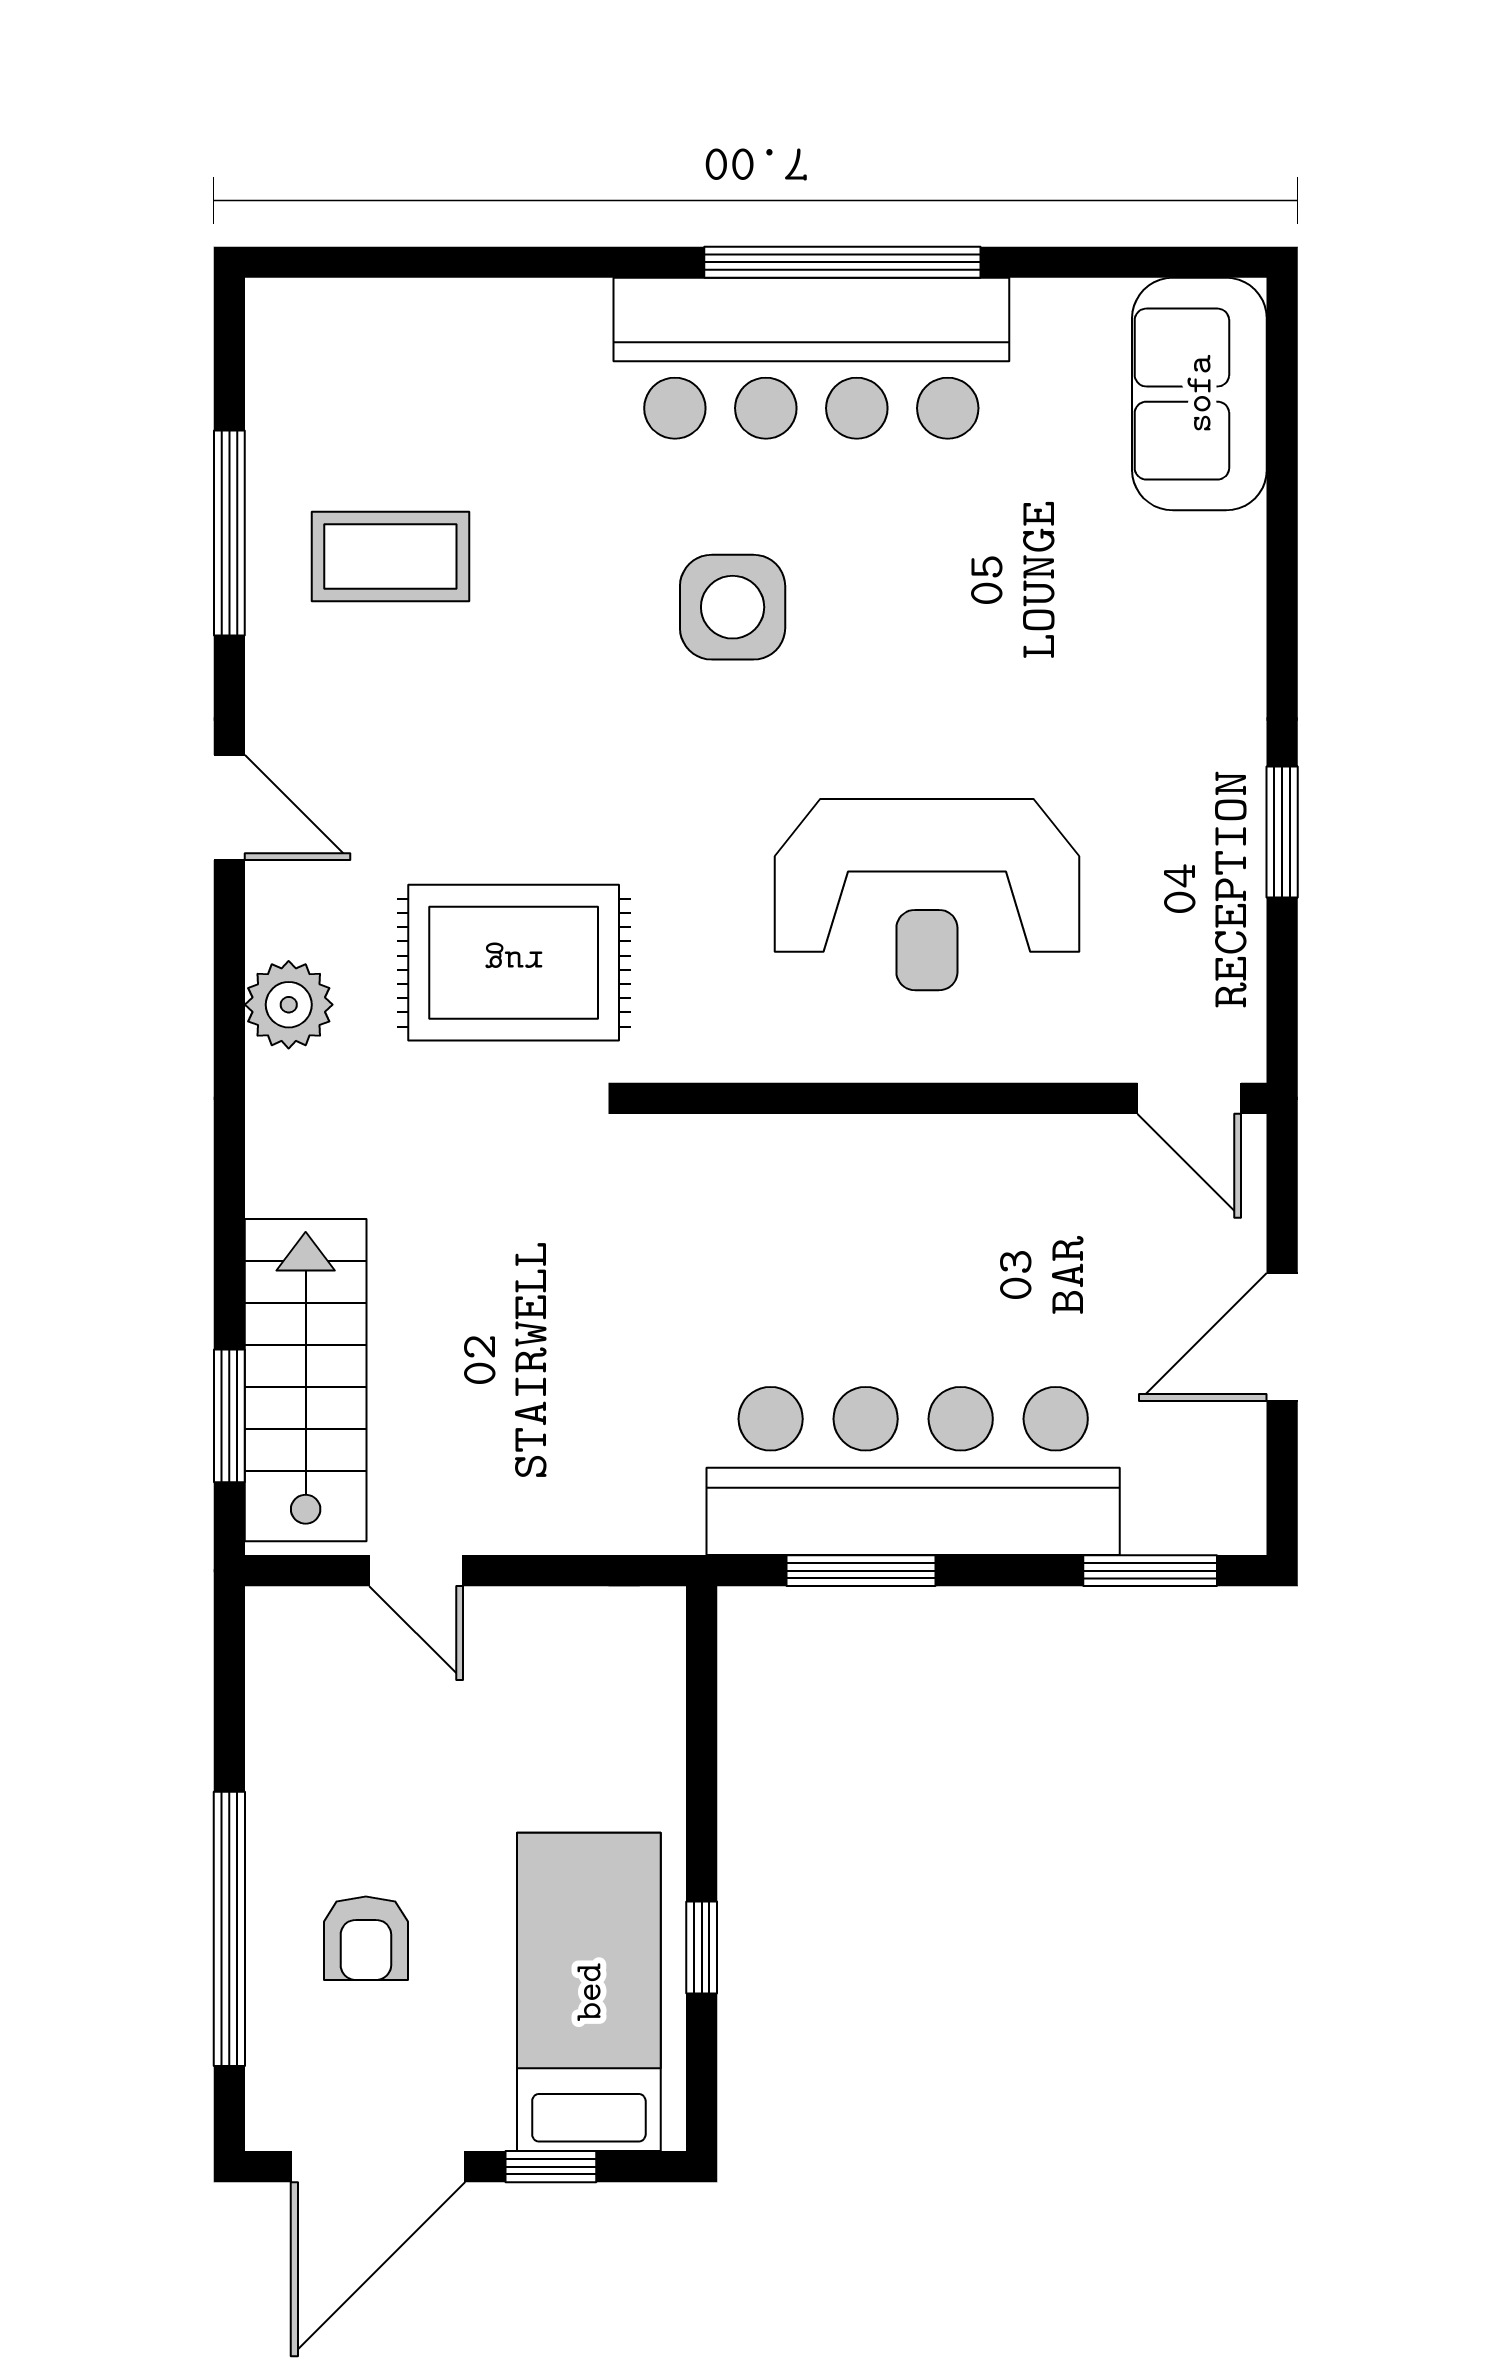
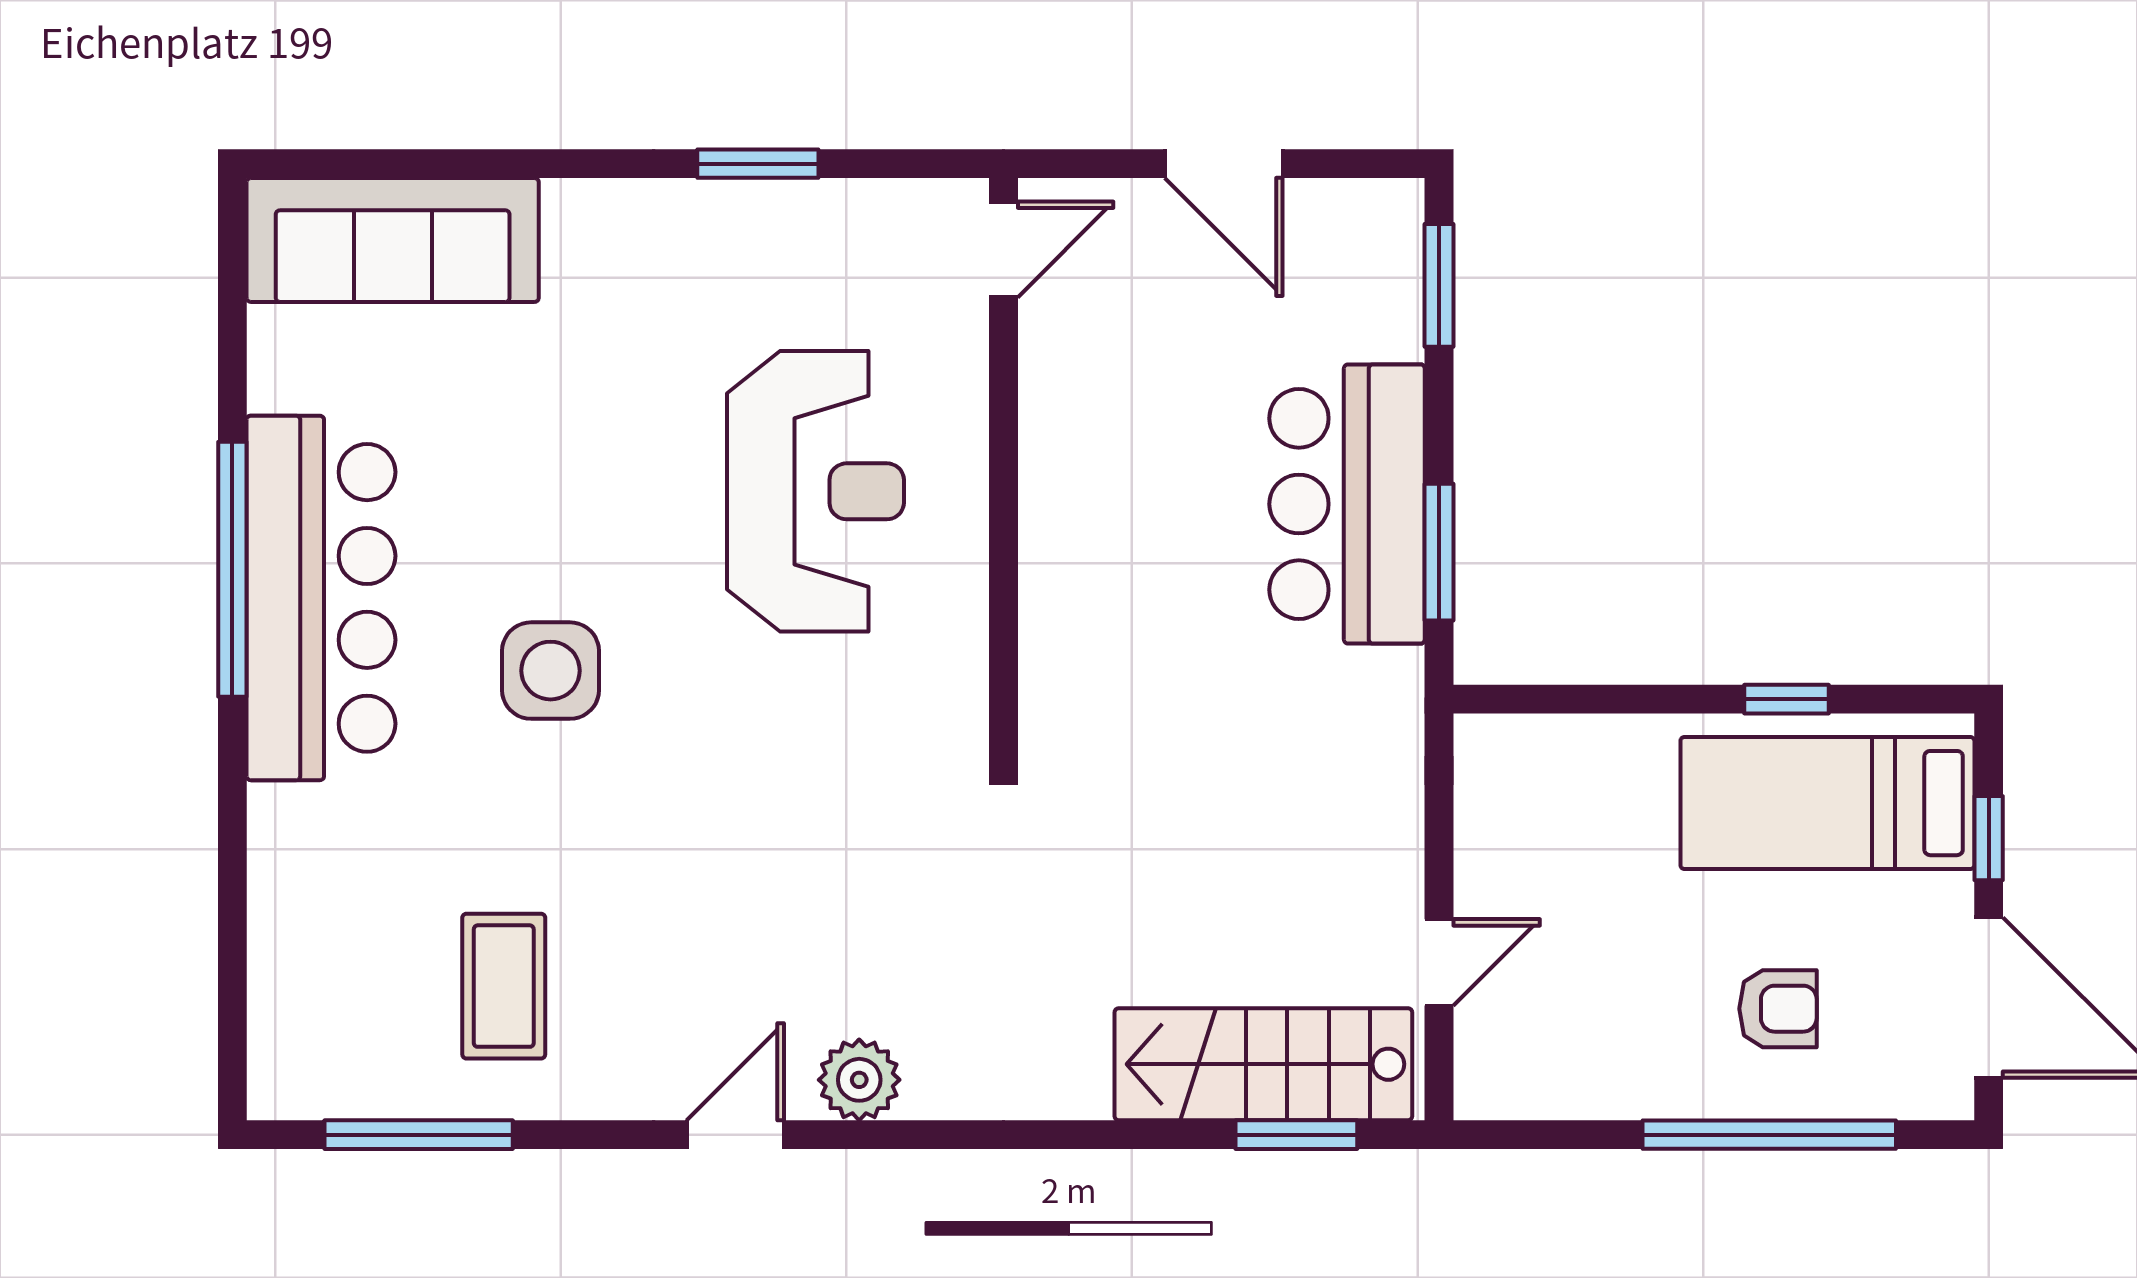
sofa: (1199, 394) -> (393, 240), width x1.36
window: (229, 533) -> (419, 1135), moved
rug: (514, 963) -> (878, 872), removed
plant: (289, 1005) -> (859, 1080), moved
bar counter: (913, 1471) -> (1347, 504), width x0.73

